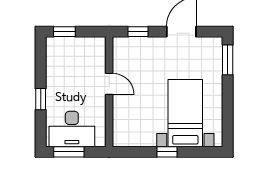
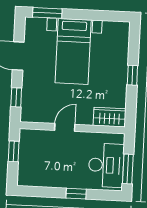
window: (64, 32) -> (14, 151), moved
bed with nightstands: (185, 113) -> (73, 51), moved, turned -90
wardrobe: (122, 130) -> (110, 117), added

